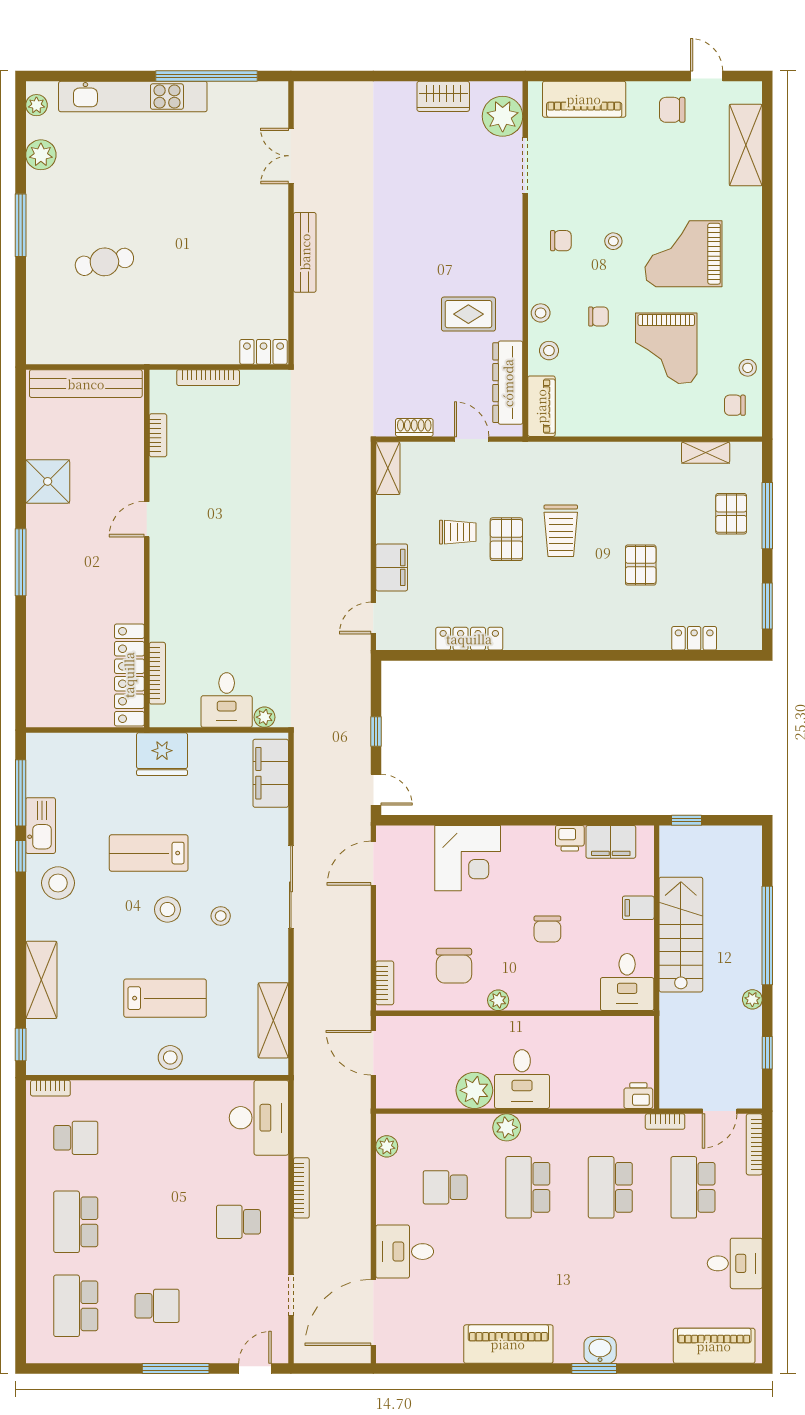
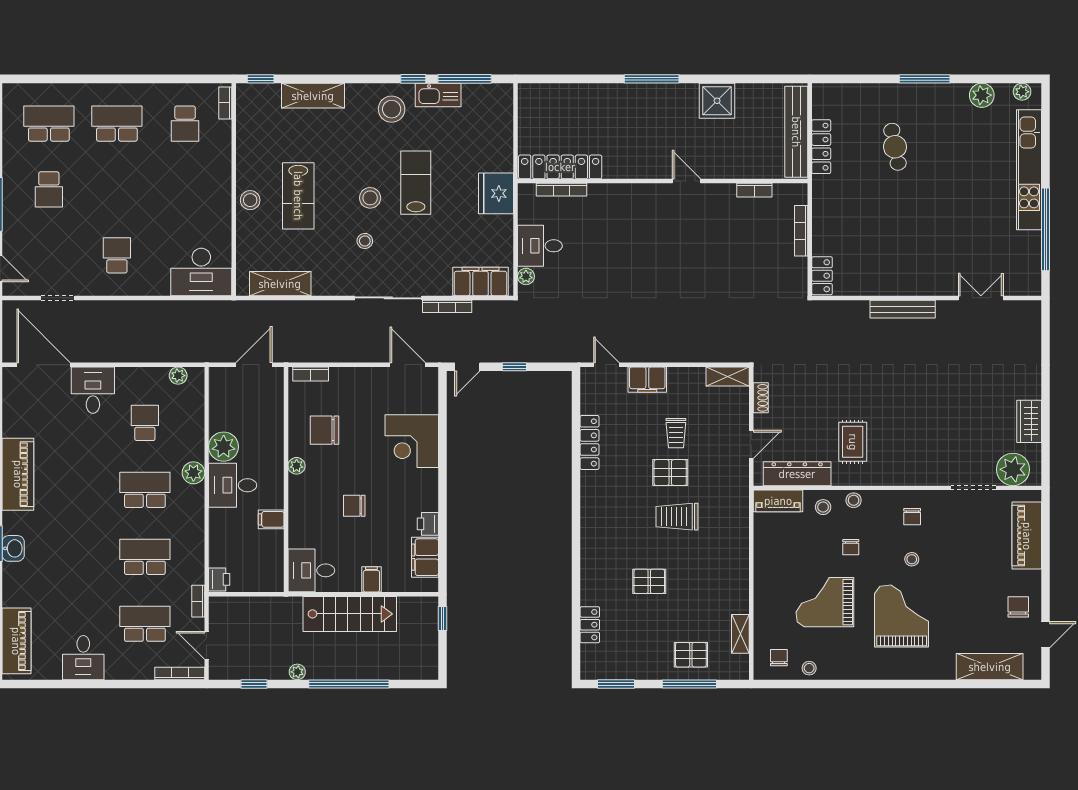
locker: (104, 353) -> (821, 147), added
filing cabinet: (564, 1032) -> (271, 519), added
bookcase: (301, 1188) -> (447, 306), moved

